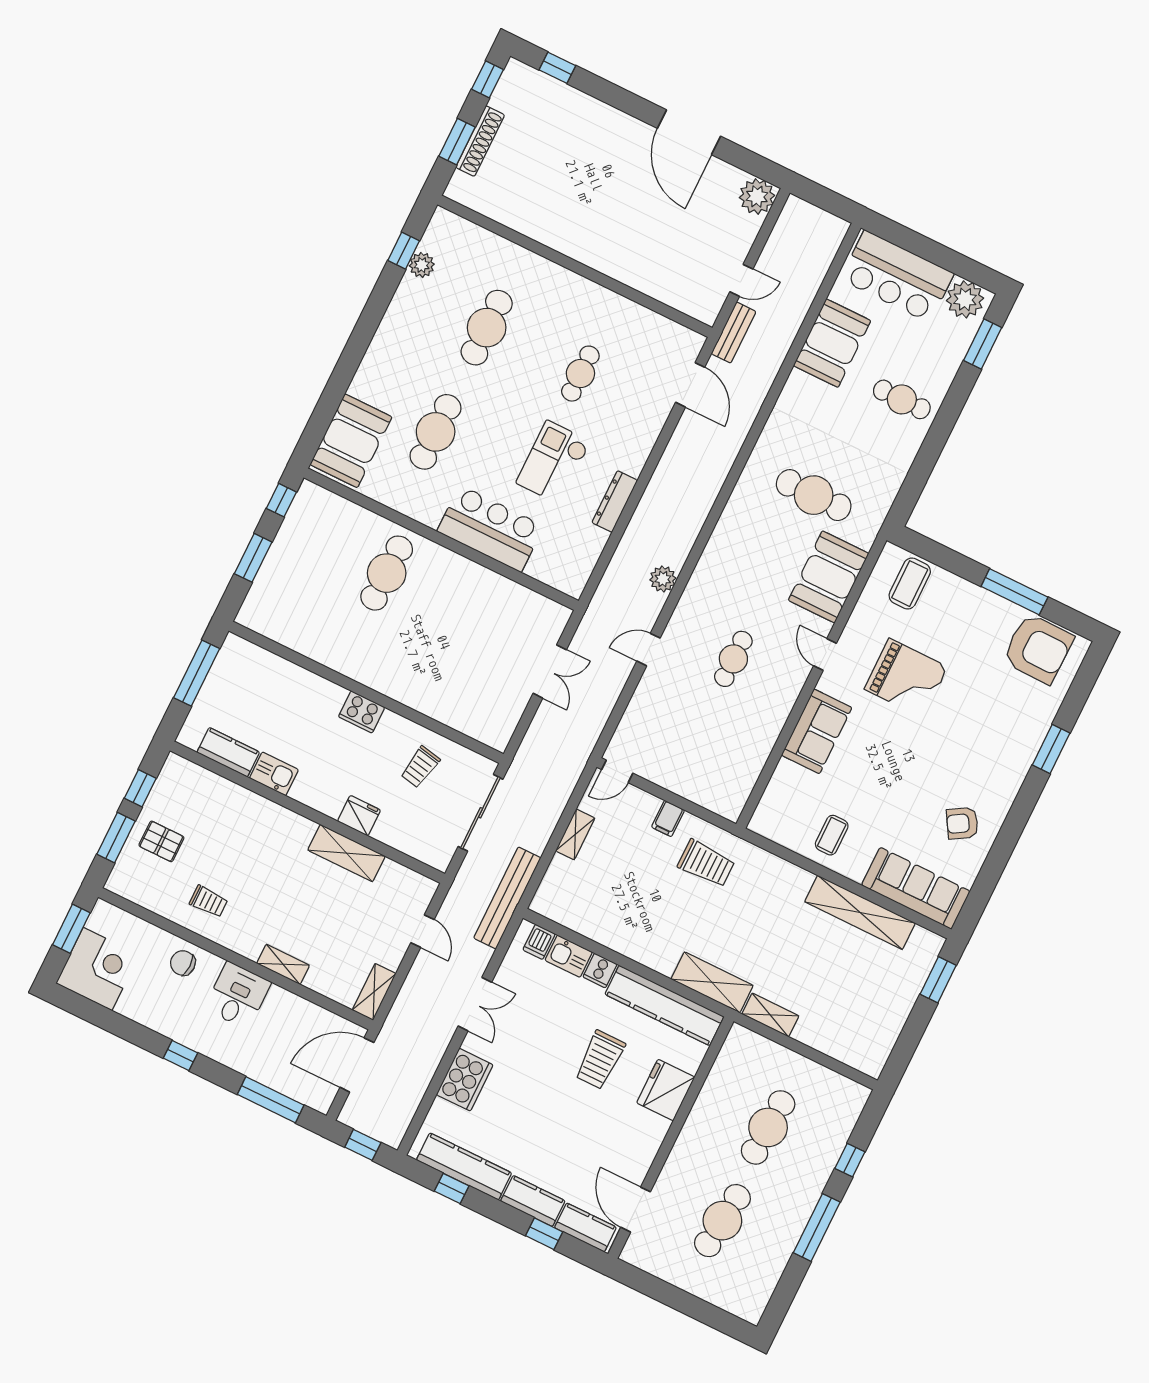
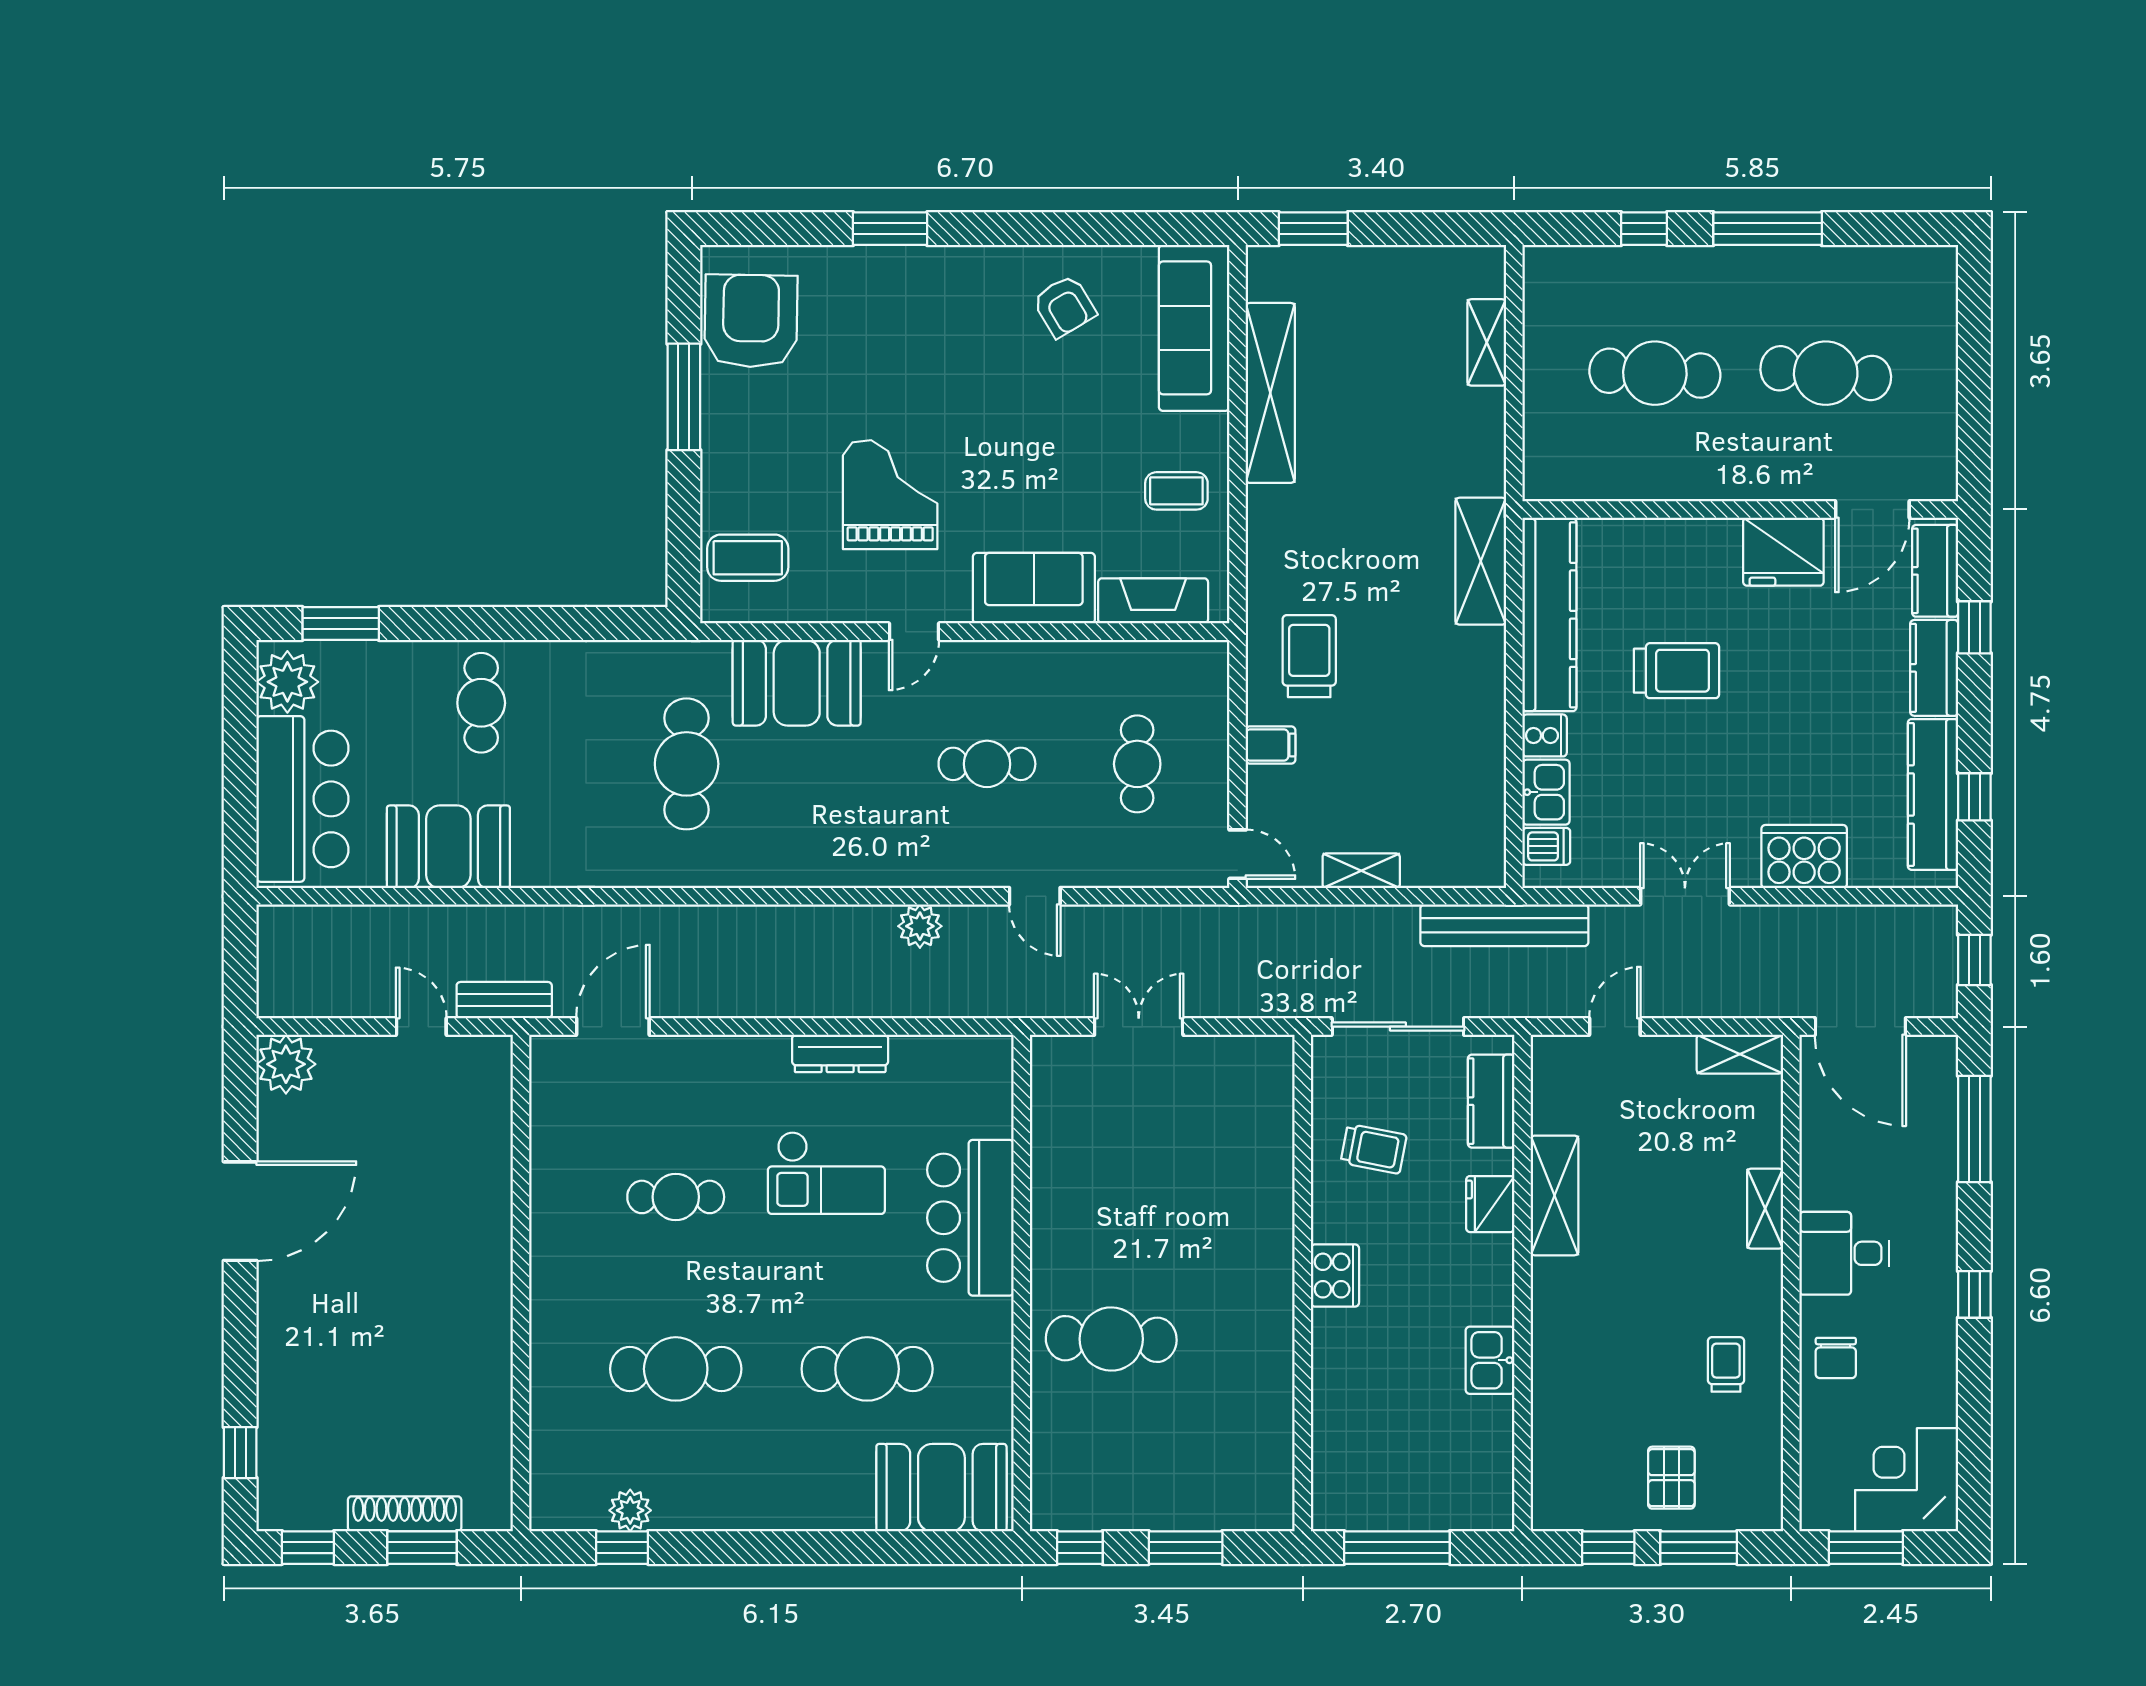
cafe table: (693, 741) -> (1137, 764), added
kitchen counter: (228, 752) -> (1491, 1101), moved
fireplace: (778, 793) -> (1153, 601), added
shelving: (770, 1015) -> (1487, 342), moved
fridge: (666, 1090) -> (1783, 552), moved

